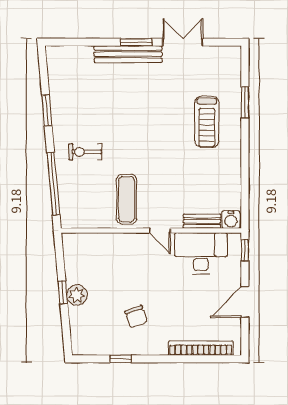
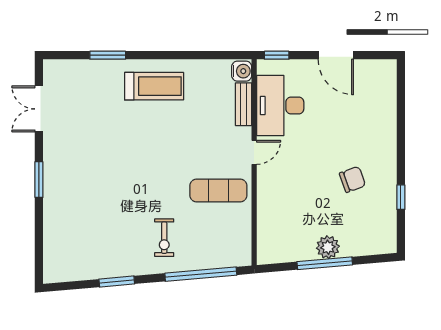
double door: (183, 42) -> (39, 109), moved
bench: (128, 54) -> (53, 189), removed
treadmill: (207, 122) -> (154, 86), moved
window: (63, 292) -> (325, 263), width x2.17
bookcase: (201, 348) -> (388, 106), removed

